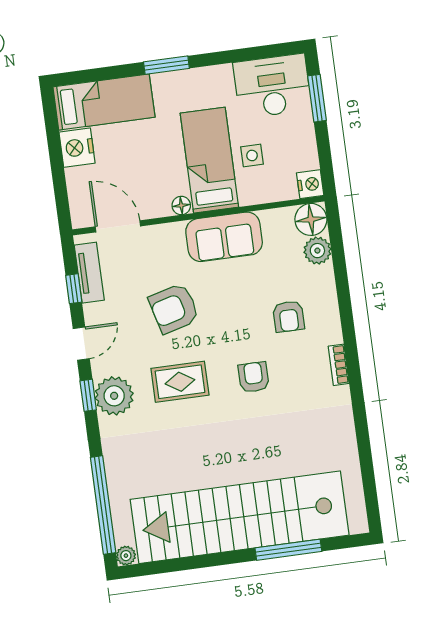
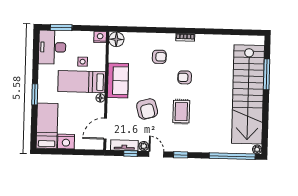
plant: (317, 251) -> (131, 39), removed
plant: (114, 396) -> (144, 146), moved, width x0.53, depth x0.53

